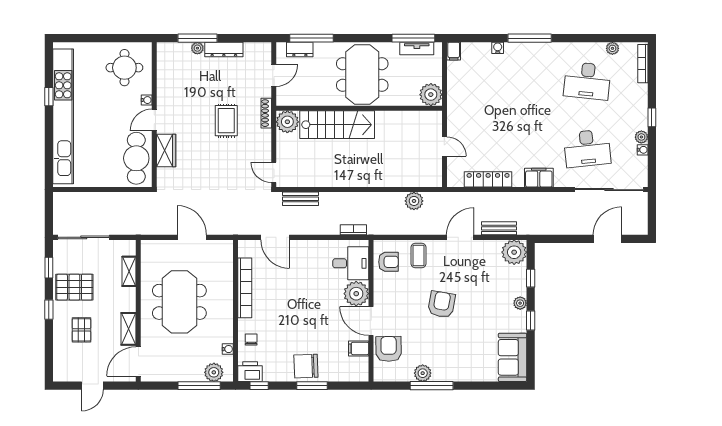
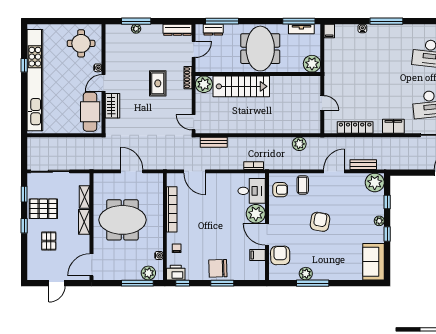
dresser: (224, 49) -> (177, 30), moved
meeting table: (179, 302) -> (122, 220), turned 90
shelving: (128, 329) -> (84, 222), moved

